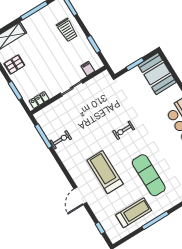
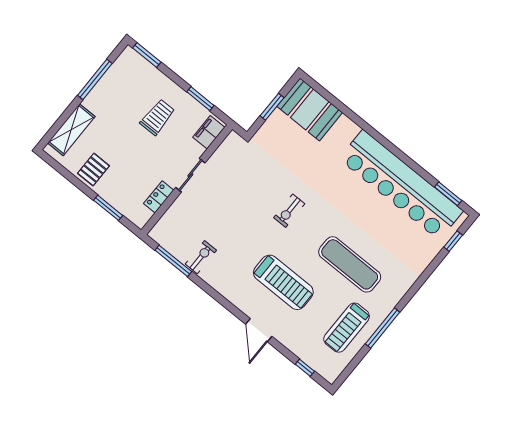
trolley: (67, 30) -> (157, 117), moved, turned -90
filing cabinet: (88, 69) -> (209, 132), width x2.00
locker: (39, 100) -> (159, 197), moved
treadmill: (105, 172) -> (283, 282), turned 180
treadmill: (134, 213) -> (347, 328), turned 180

